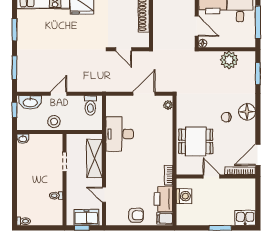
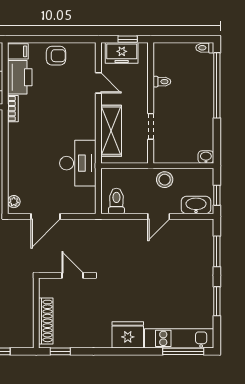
window: (14, 193) -> (217, 85), added
armchair: (136, 215) -> (56, 56), turned 180

